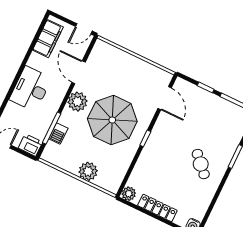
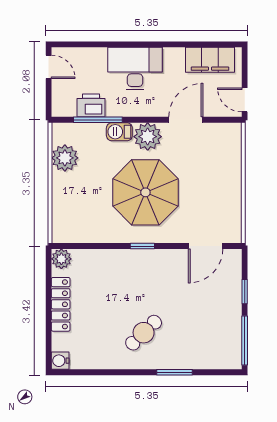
barbecue: (58, 134) -> (119, 132), moved
printer: (30, 145) -> (91, 105), moved, turned -90
plant: (88, 171) -> (65, 158), moved

